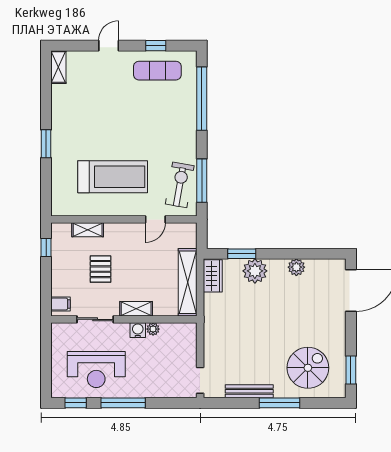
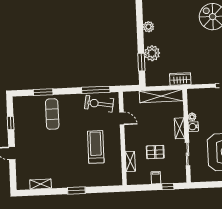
shelving: (58, 67) -> (41, 184), moved
exercise mat: (157, 71) -> (52, 114), moved
window: (202, 99) -> (43, 92), width x0.47
treadmill: (113, 177) -> (96, 147), width x0.73, depth x0.73
window: (46, 247) -> (168, 187), moved
wardrobe: (213, 276) -> (180, 79), moved
filing cabinet: (61, 304) -> (156, 178), moved

